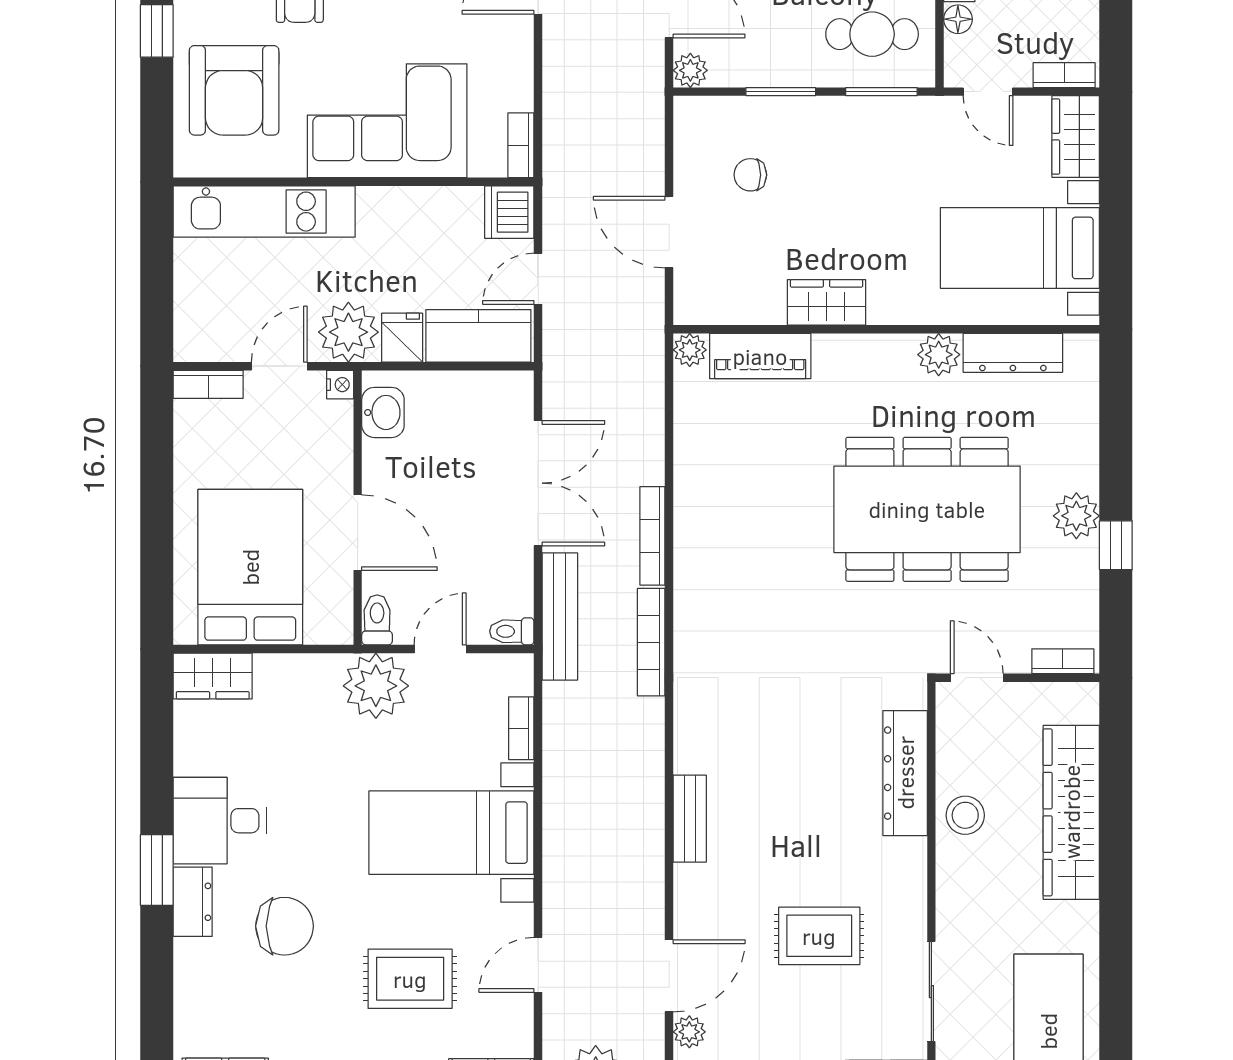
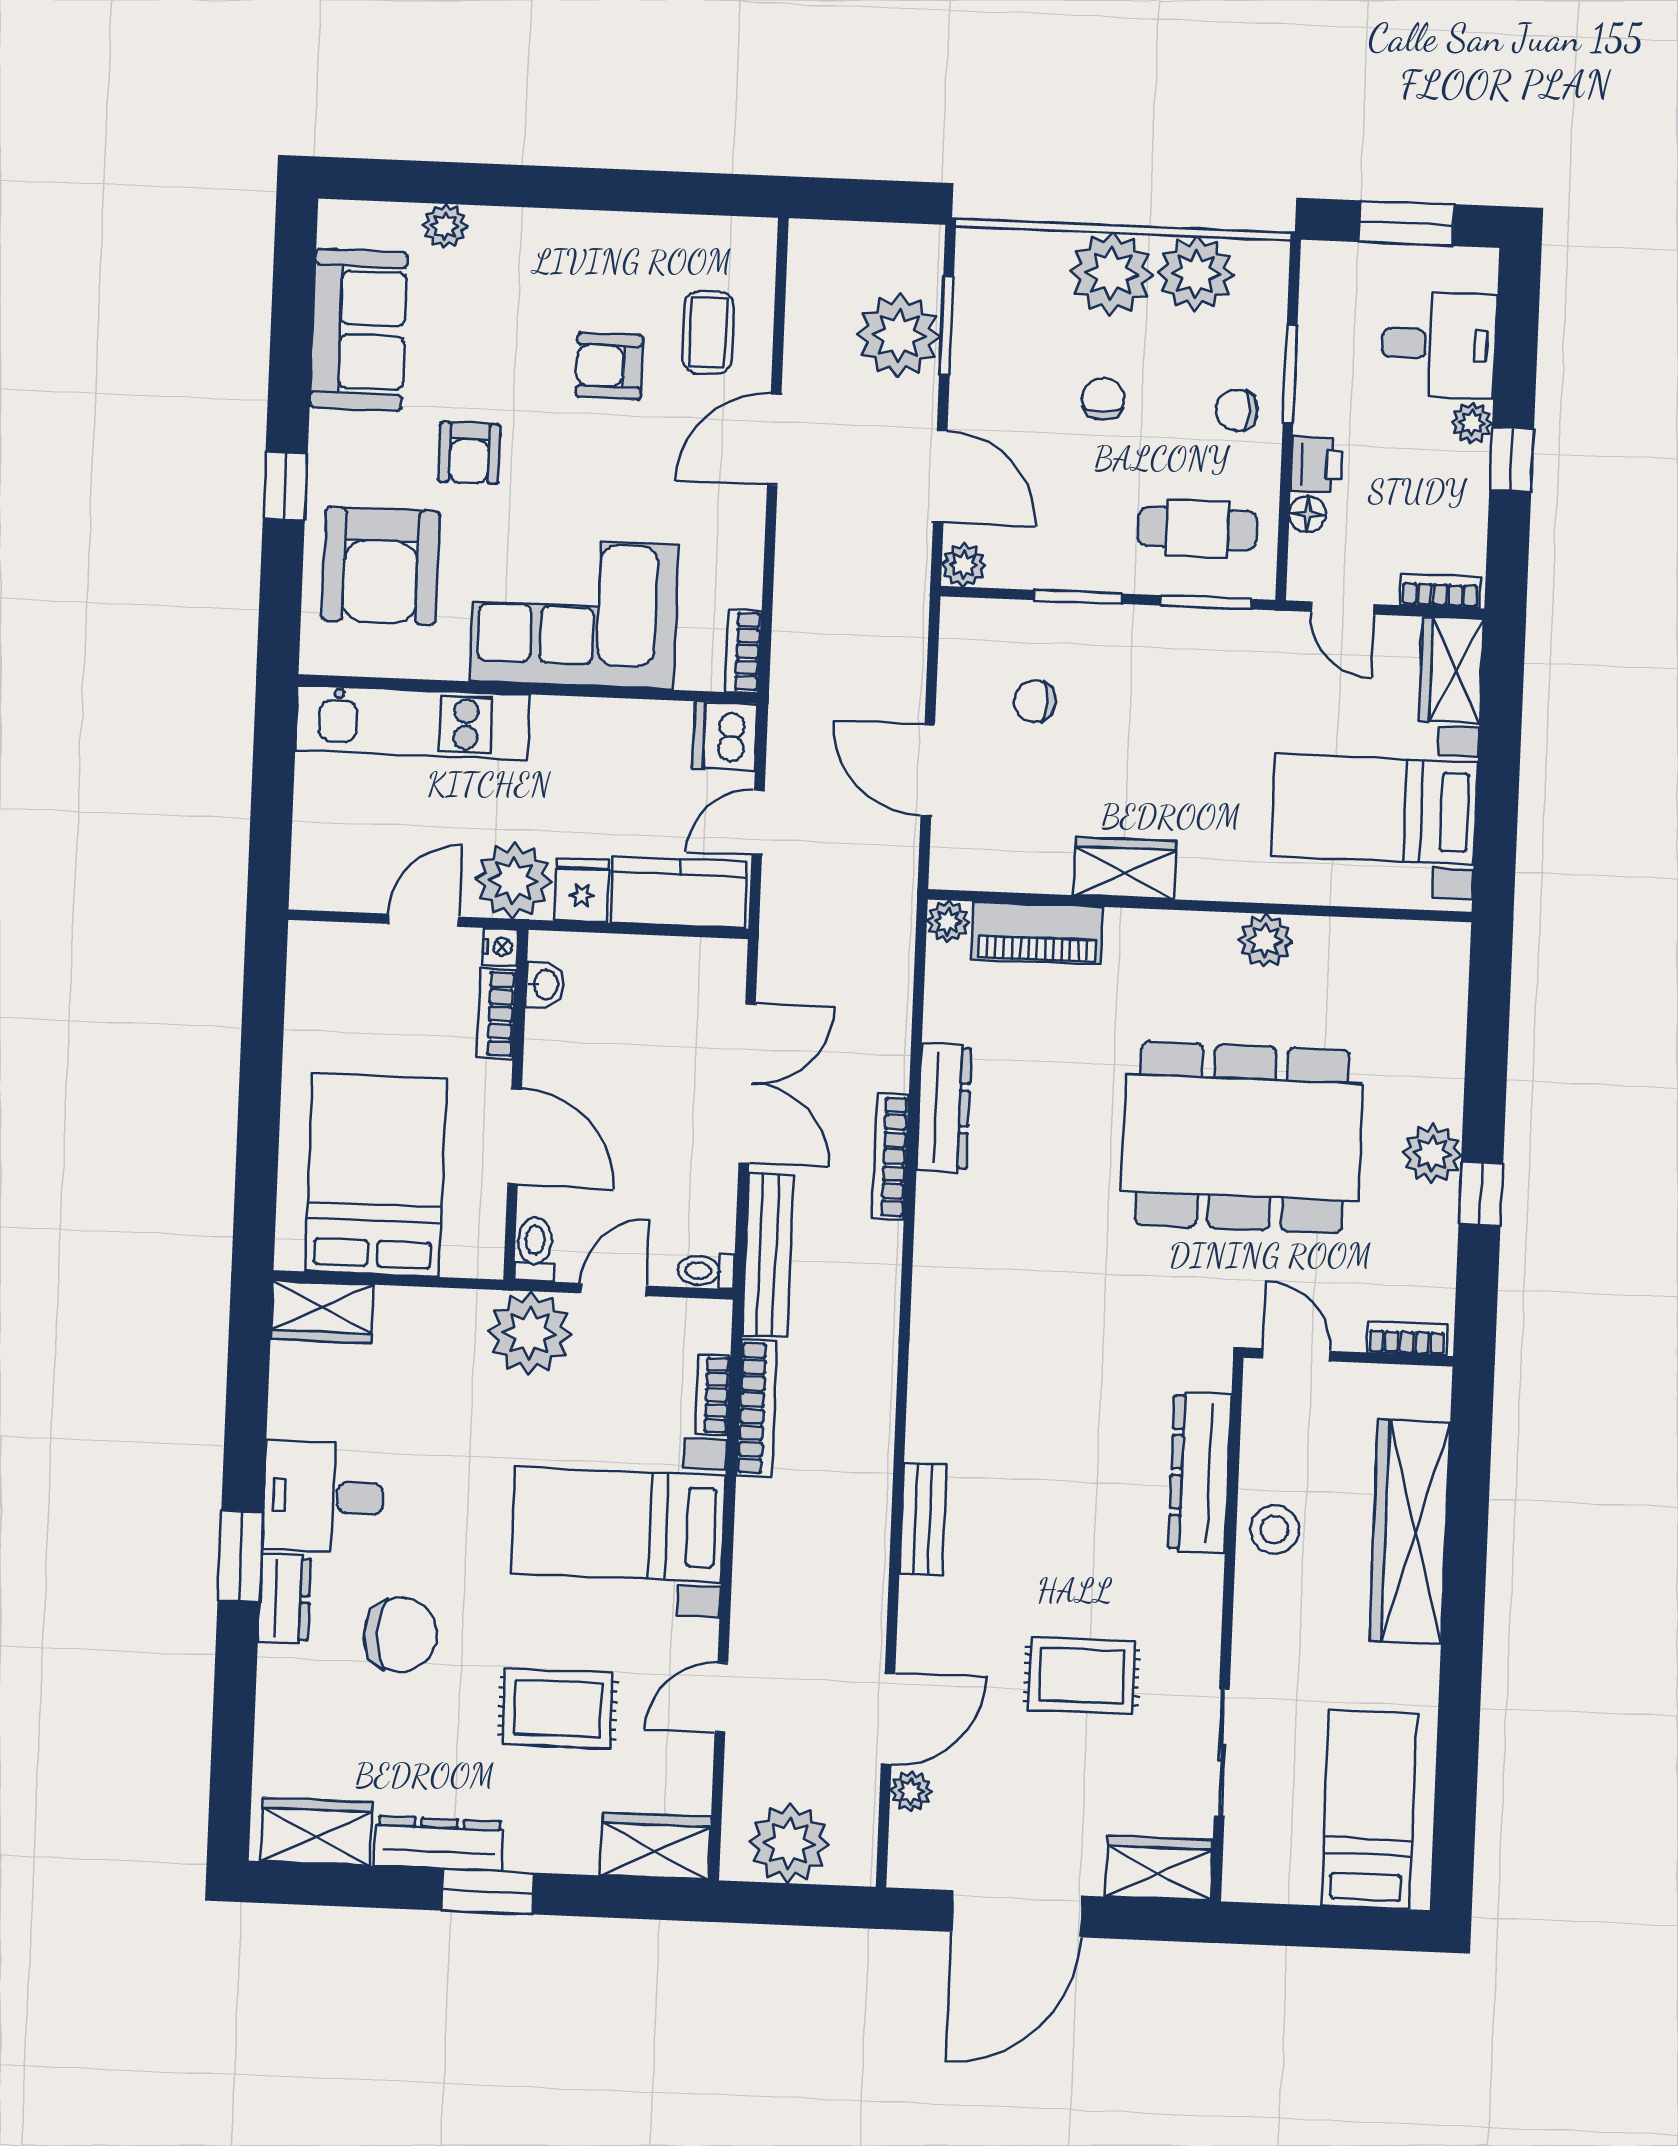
dresser: (1013, 353) -> (944, 1108), moved, turned -90
bookcase: (208, 384) -> (497, 1014), moved, turned 90
washbasin: (383, 412) -> (545, 984), width x0.72, depth x0.69
bookcase: (651, 642) -> (756, 1408), moved, turned 180

